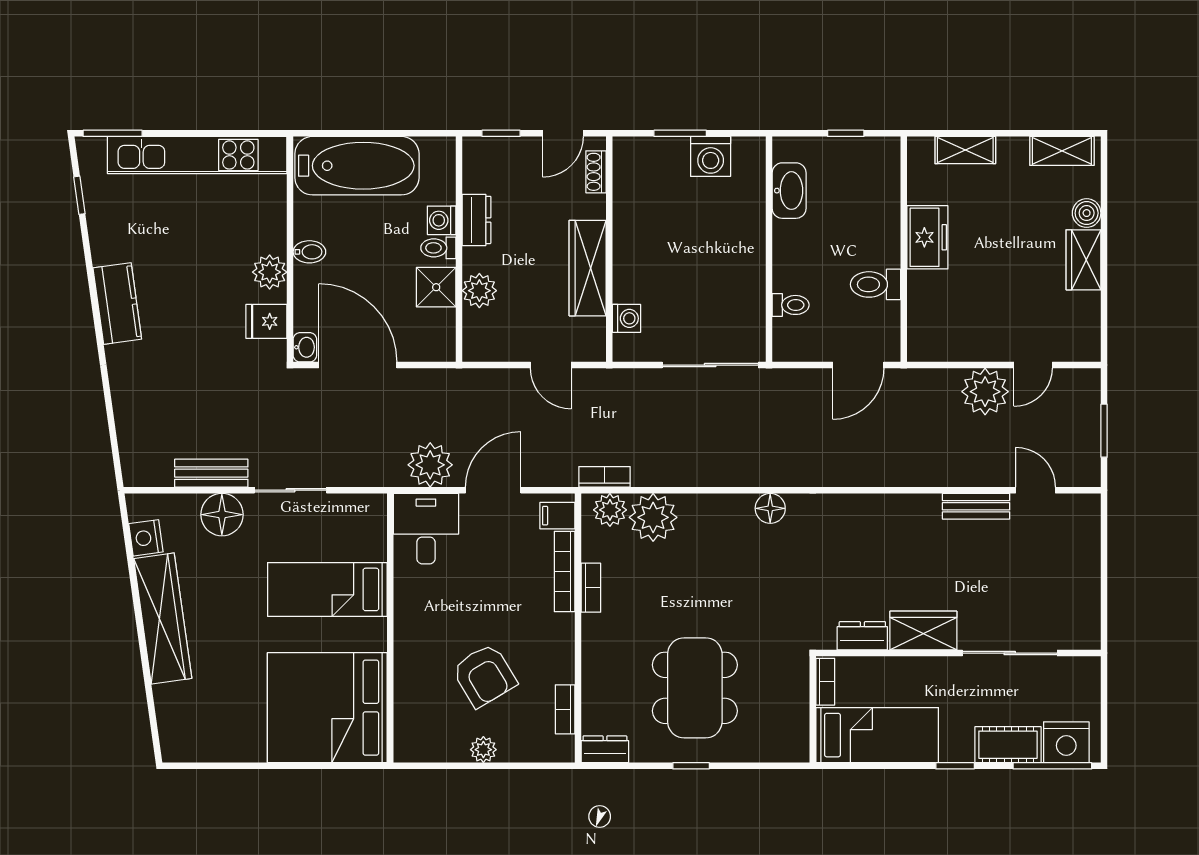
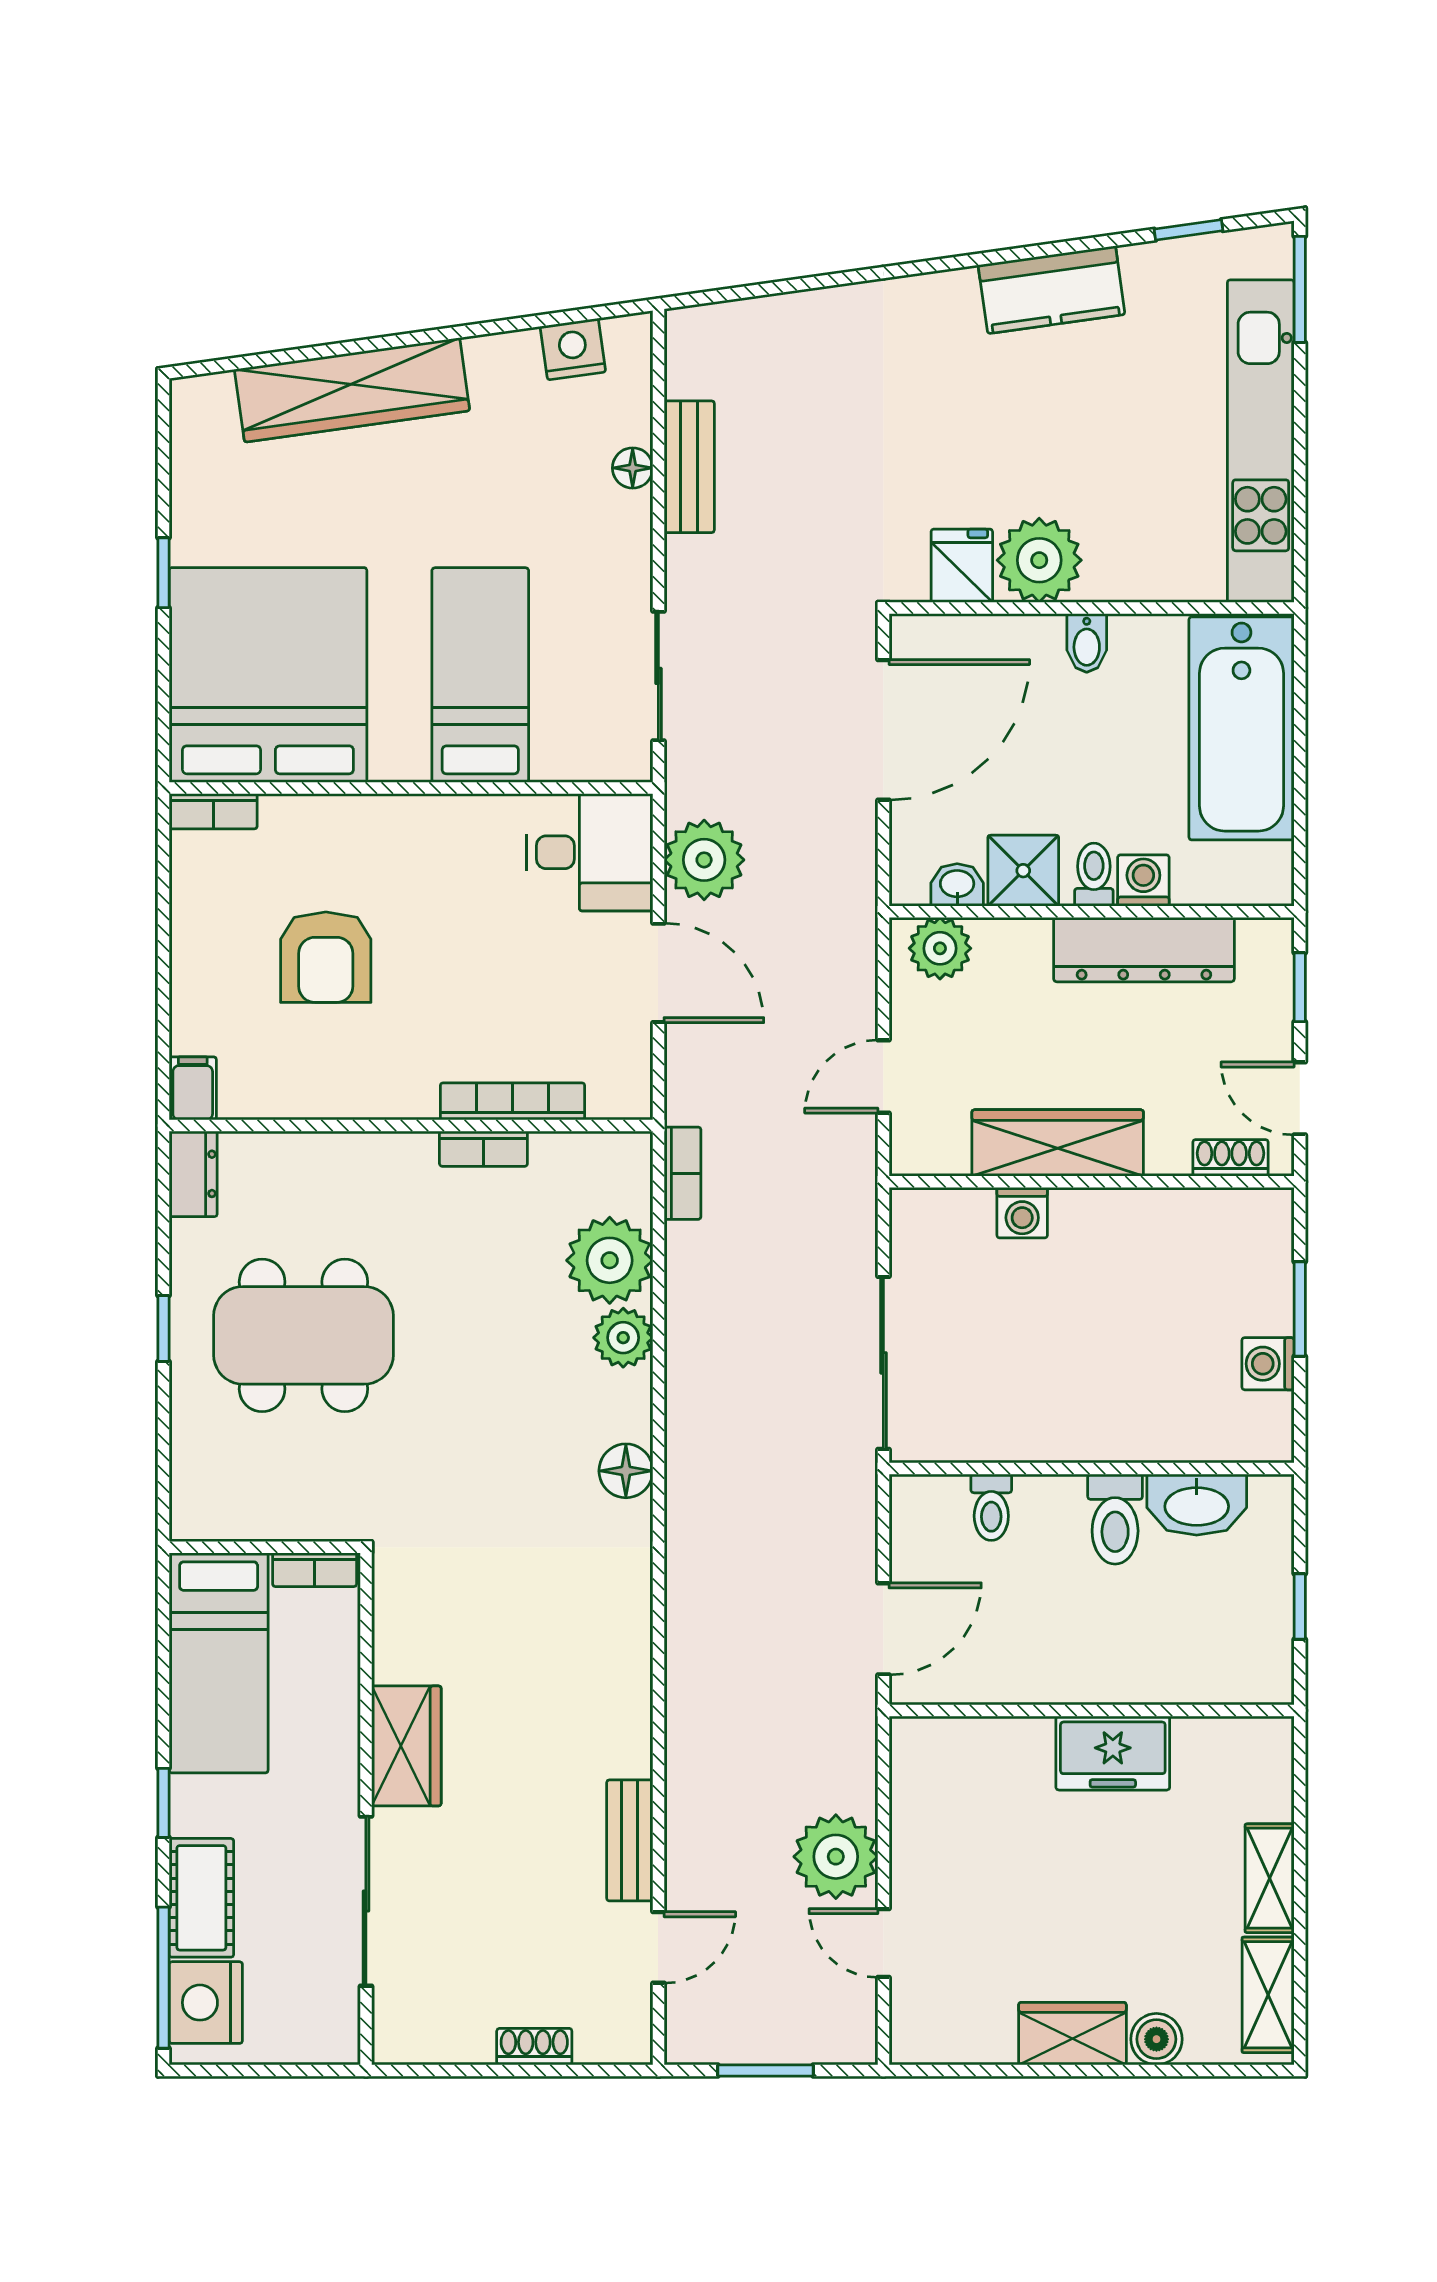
shelving: (965, 150) -> (1270, 1878), moved
washing machine: (711, 156) -> (1268, 1364), width x0.73, depth x0.73
dresser: (477, 220) -> (1144, 950), width x1.96, depth x1.24
plant: (270, 272) -> (1039, 560), width x1.36, depth x1.36
toilet: (875, 284) -> (1115, 1519), moved, turned 180
plant: (479, 291) -> (940, 948), moved
kitchen counter: (117, 304) -> (1052, 290), moved
washing machine: (627, 318) -> (1022, 1213), moved
washbasin: (305, 347) -> (957, 885), moved, turned 180
door: (858, 365) -> (883, 1629), swing flipped
sliding door: (290, 490) -> (658, 676), moved
plant: (610, 510) -> (623, 1338), moved
floor lamp: (222, 515) -> (633, 468), width x0.53, depth x0.53
filing cabinet: (557, 516) -> (193, 1088), moved
shoe rack: (1091, 559) -> (534, 2047), added
wardrobe: (163, 619) -> (352, 390), moved
dresser: (862, 636) -> (397, 1636), removed
armchair: (484, 675) -> (326, 957), turned -59
bookcase: (565, 709) -> (213, 811), moved, turned 180
plant: (483, 750) -> (193, 955), removed
window: (270, 766) -> (163, 573), added

